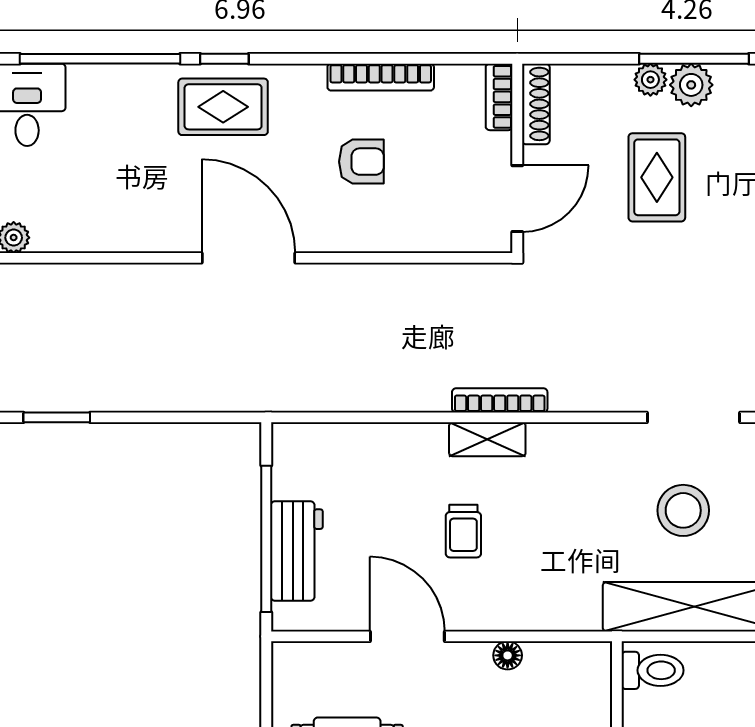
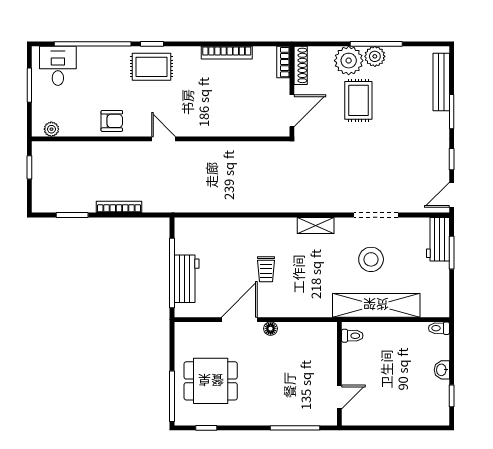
plant: (650, 80) -> (349, 61), width x1.88, depth x1.88
armchair: (361, 162) -> (112, 121), moved
door: (248, 258) -> (164, 139), width x0.53
bookcase: (500, 400) -> (119, 207), moved
shelving: (487, 439) -> (316, 225), moved
door: (407, 636) -> (239, 320), hinge flipped
floor lamp: (508, 655) -> (271, 329), moved
toilet: (653, 670) -> (352, 336), width x0.73, depth x0.72

